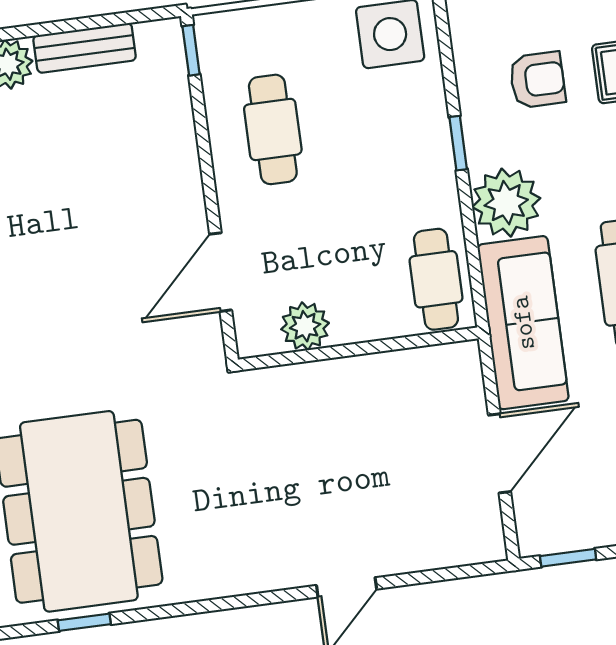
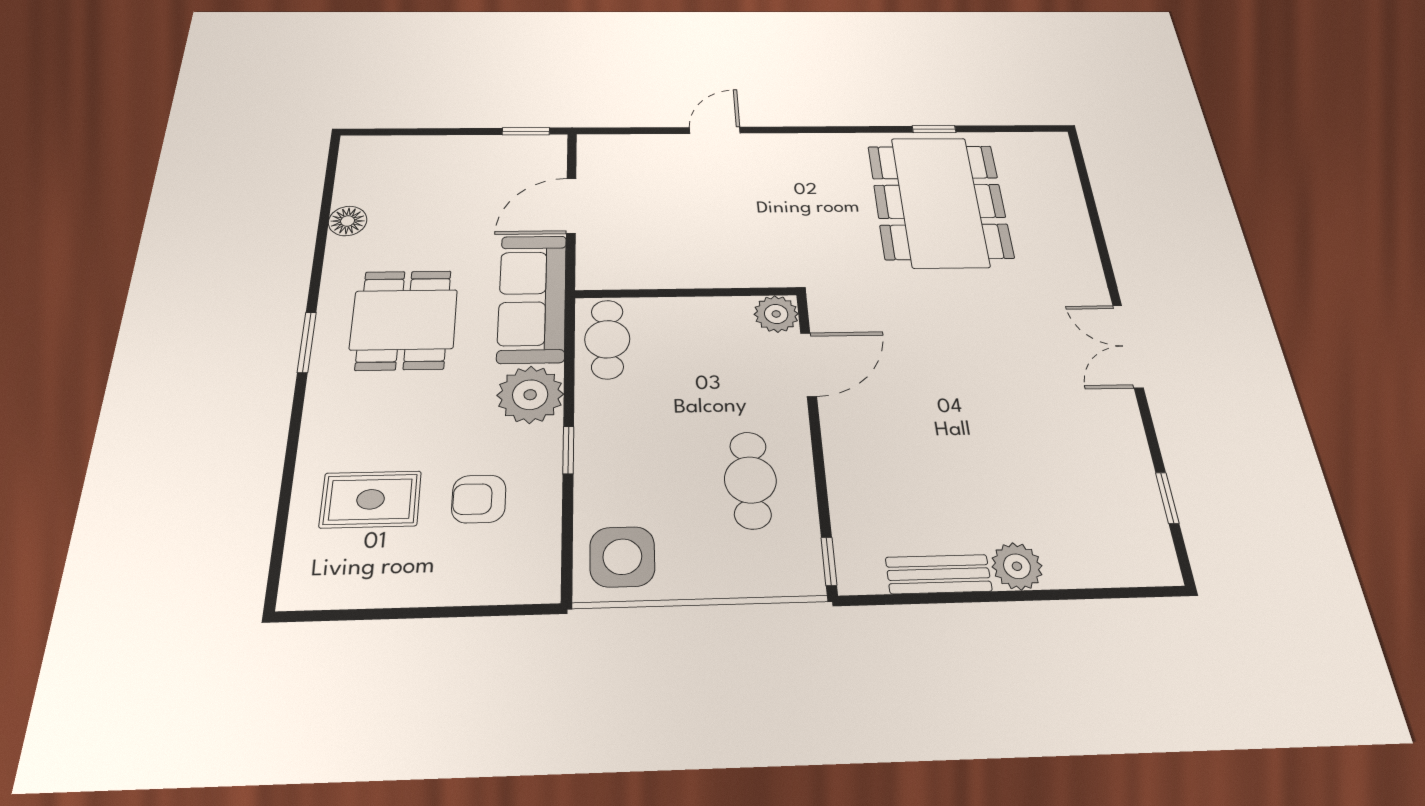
plant: (305, 326) -> (776, 314), moved

